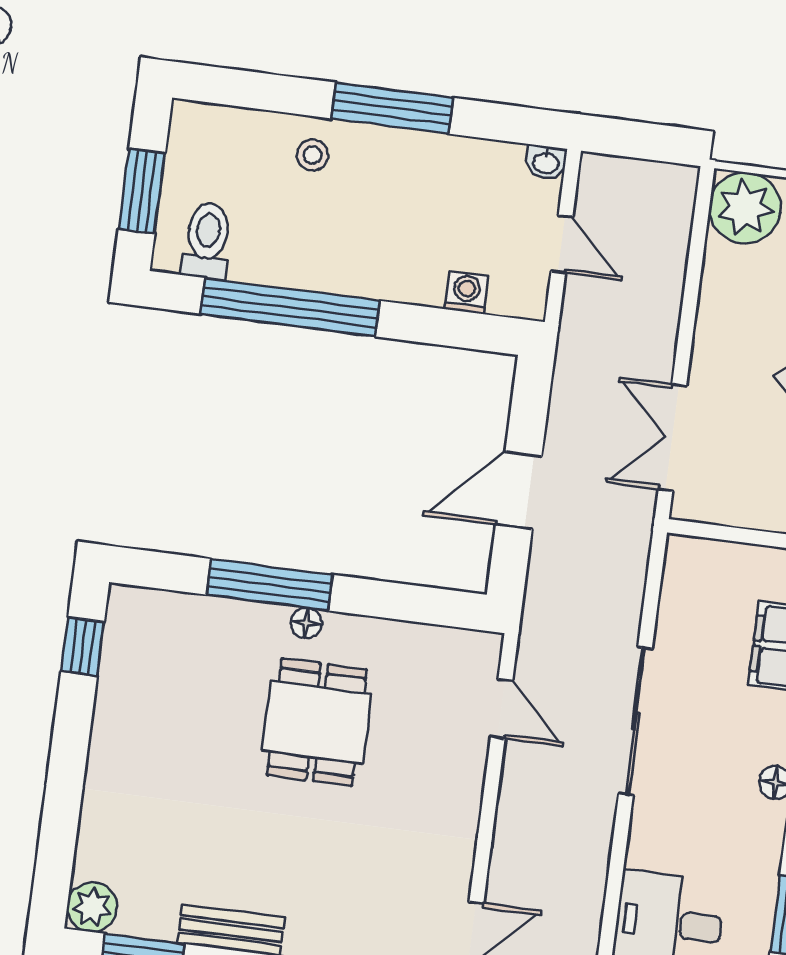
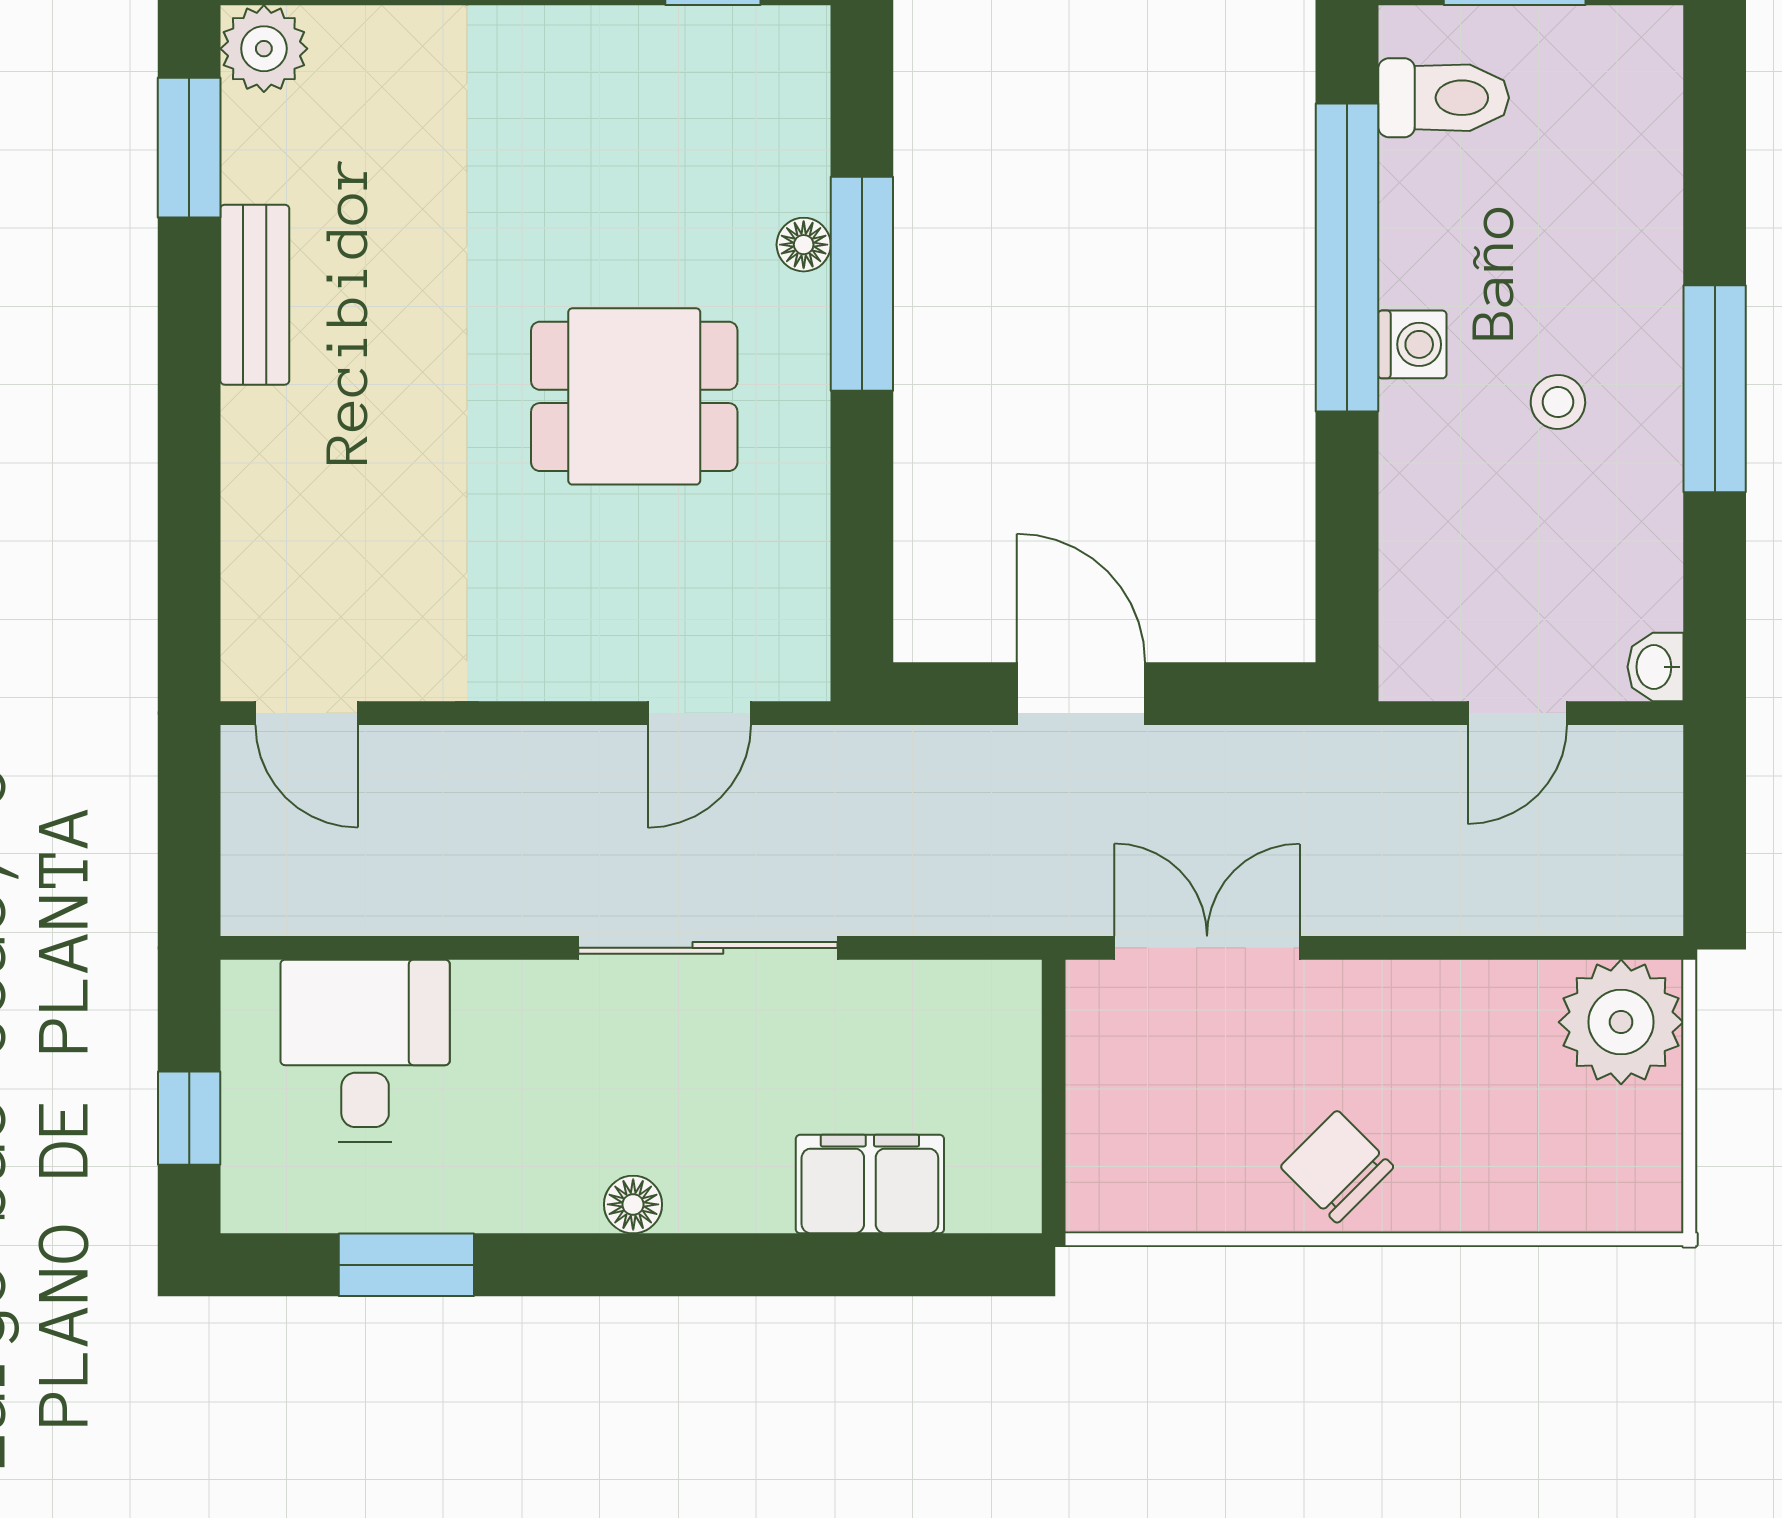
stool: (312, 155) -> (1558, 402), moved
washing machine: (467, 292) -> (1412, 344), moved
floor lamp: (306, 623) -> (804, 245), moved

